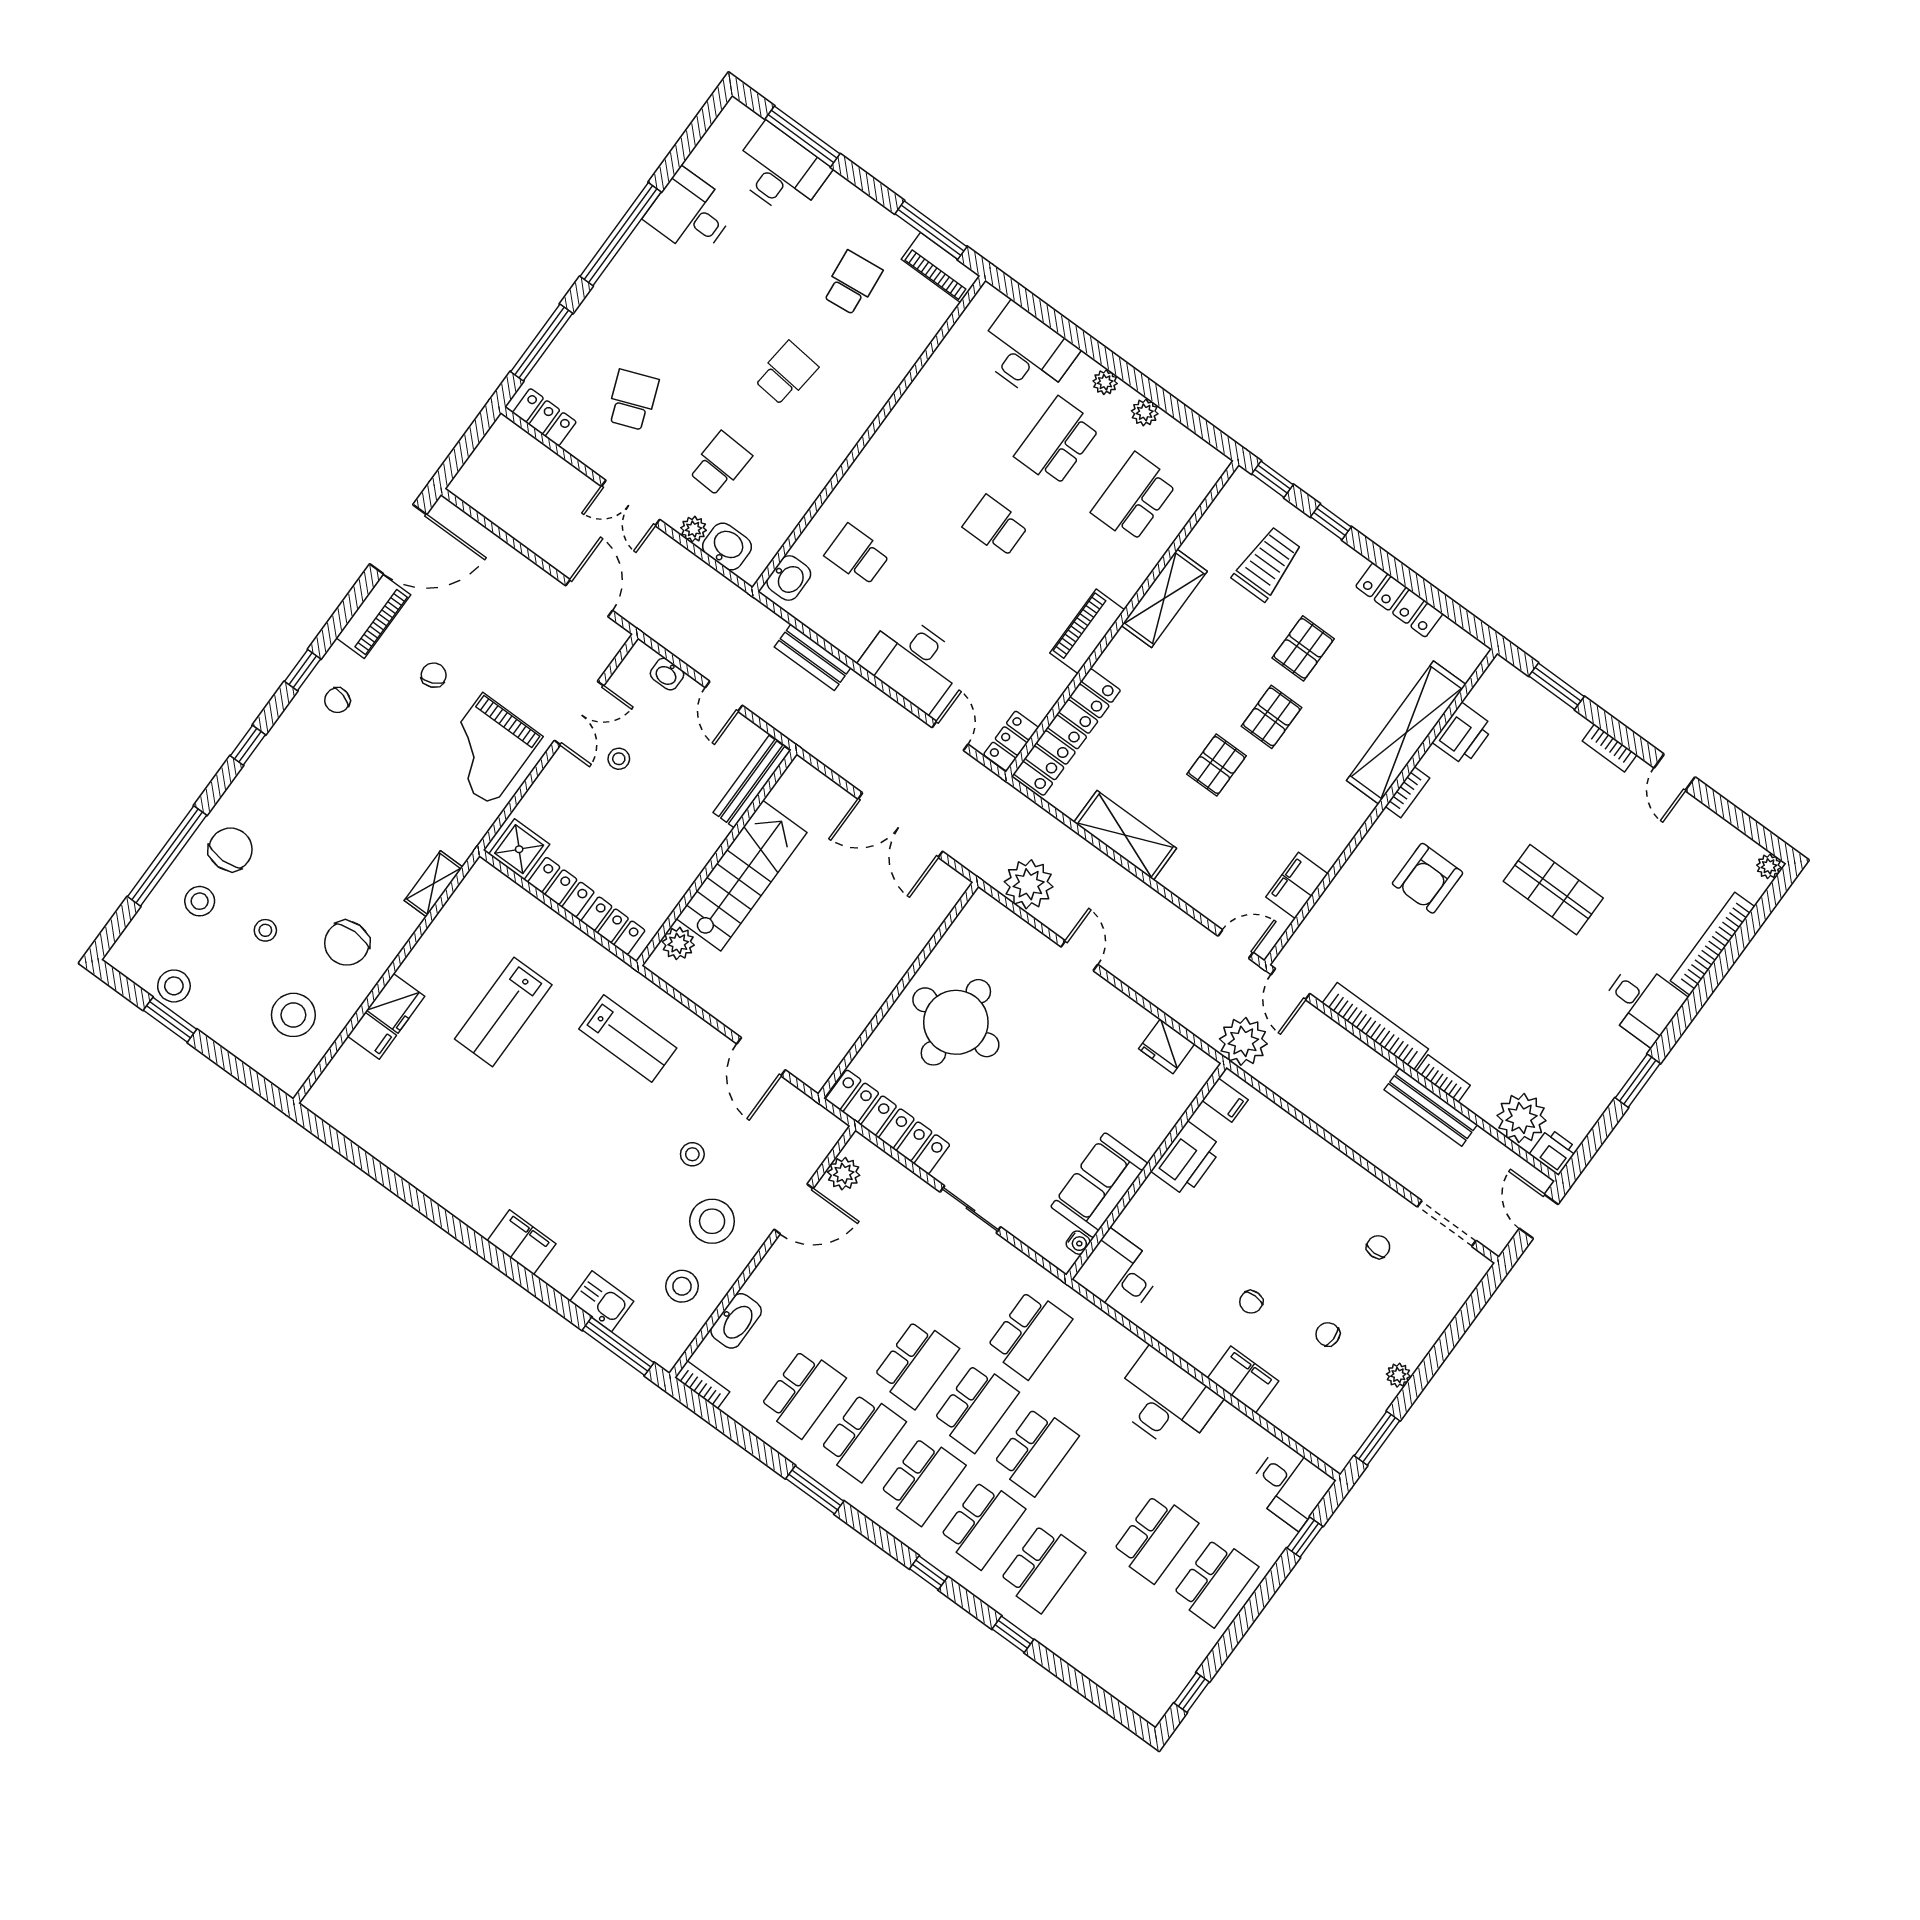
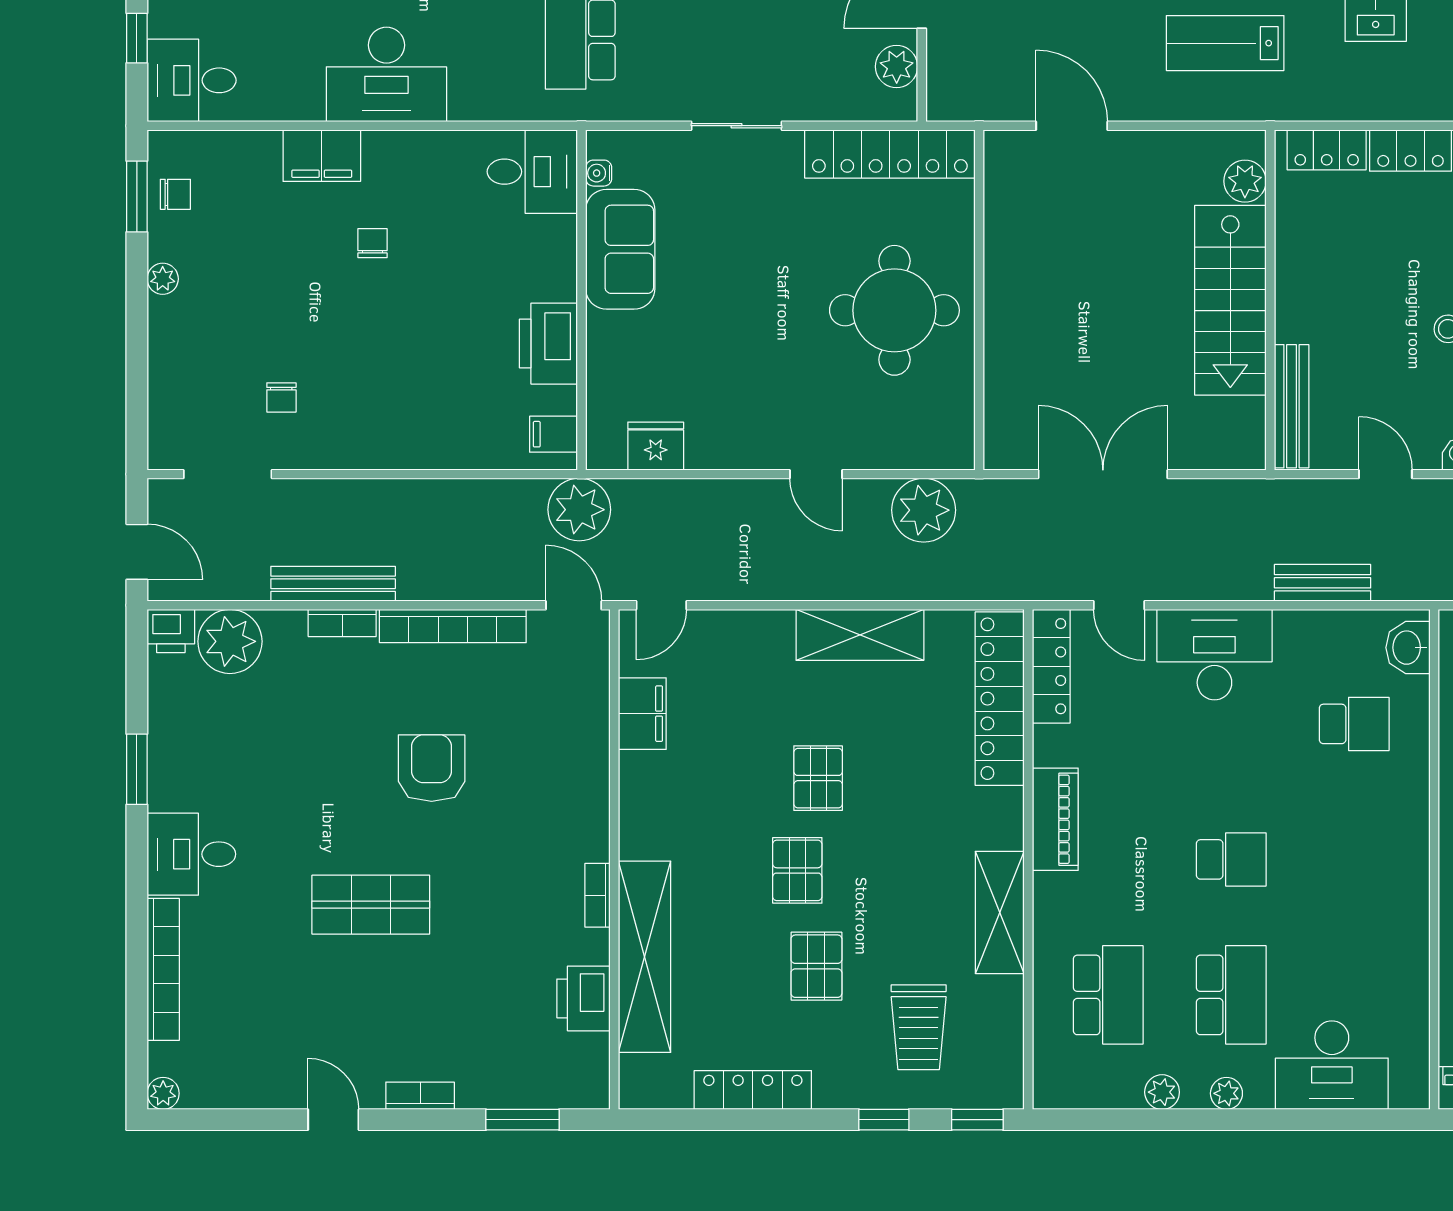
locker: (1011, 741) -> (1051, 666), width x1.53
armchair: (1428, 878) -> (432, 768), moved
chair: (1328, 1334) -> (175, 194), moved

